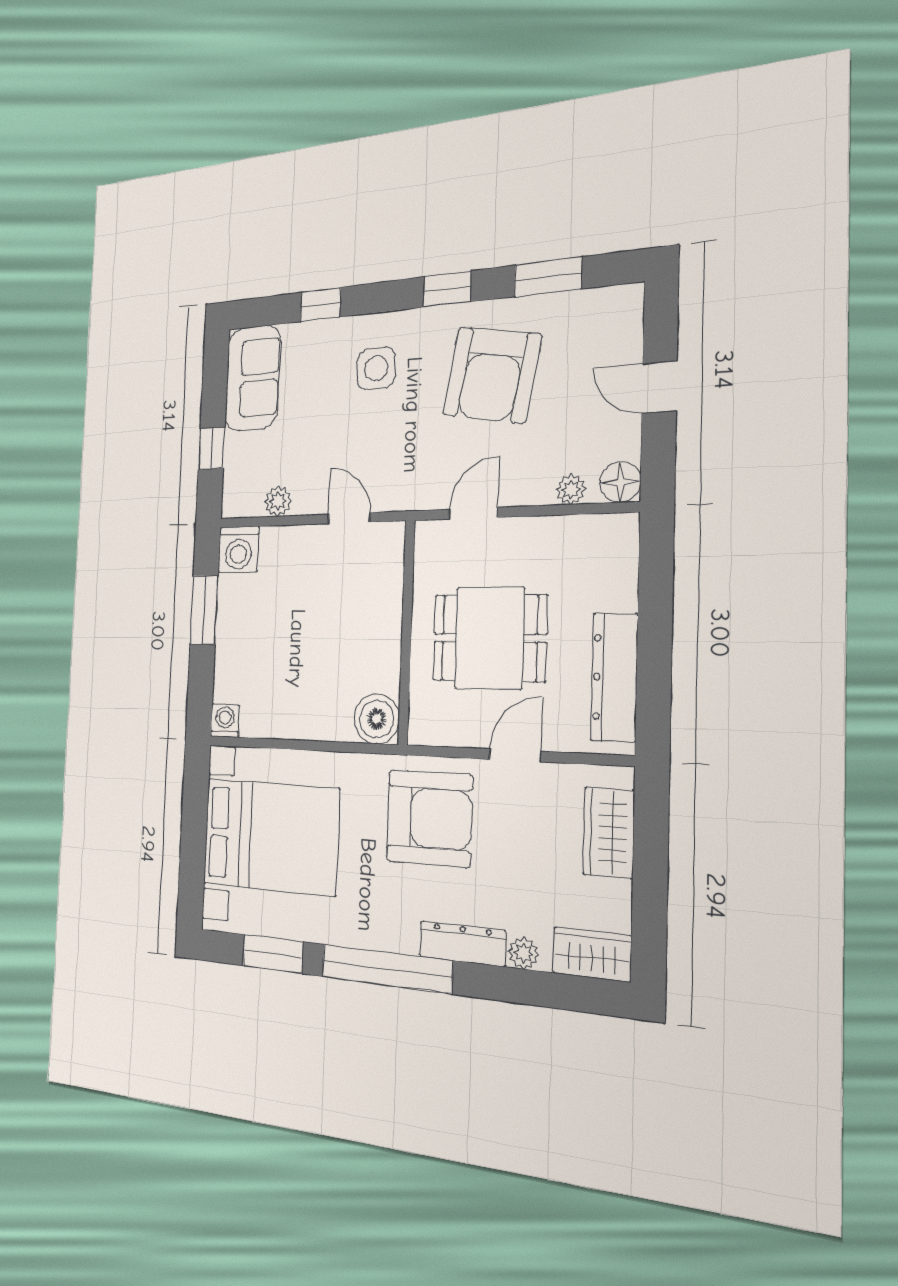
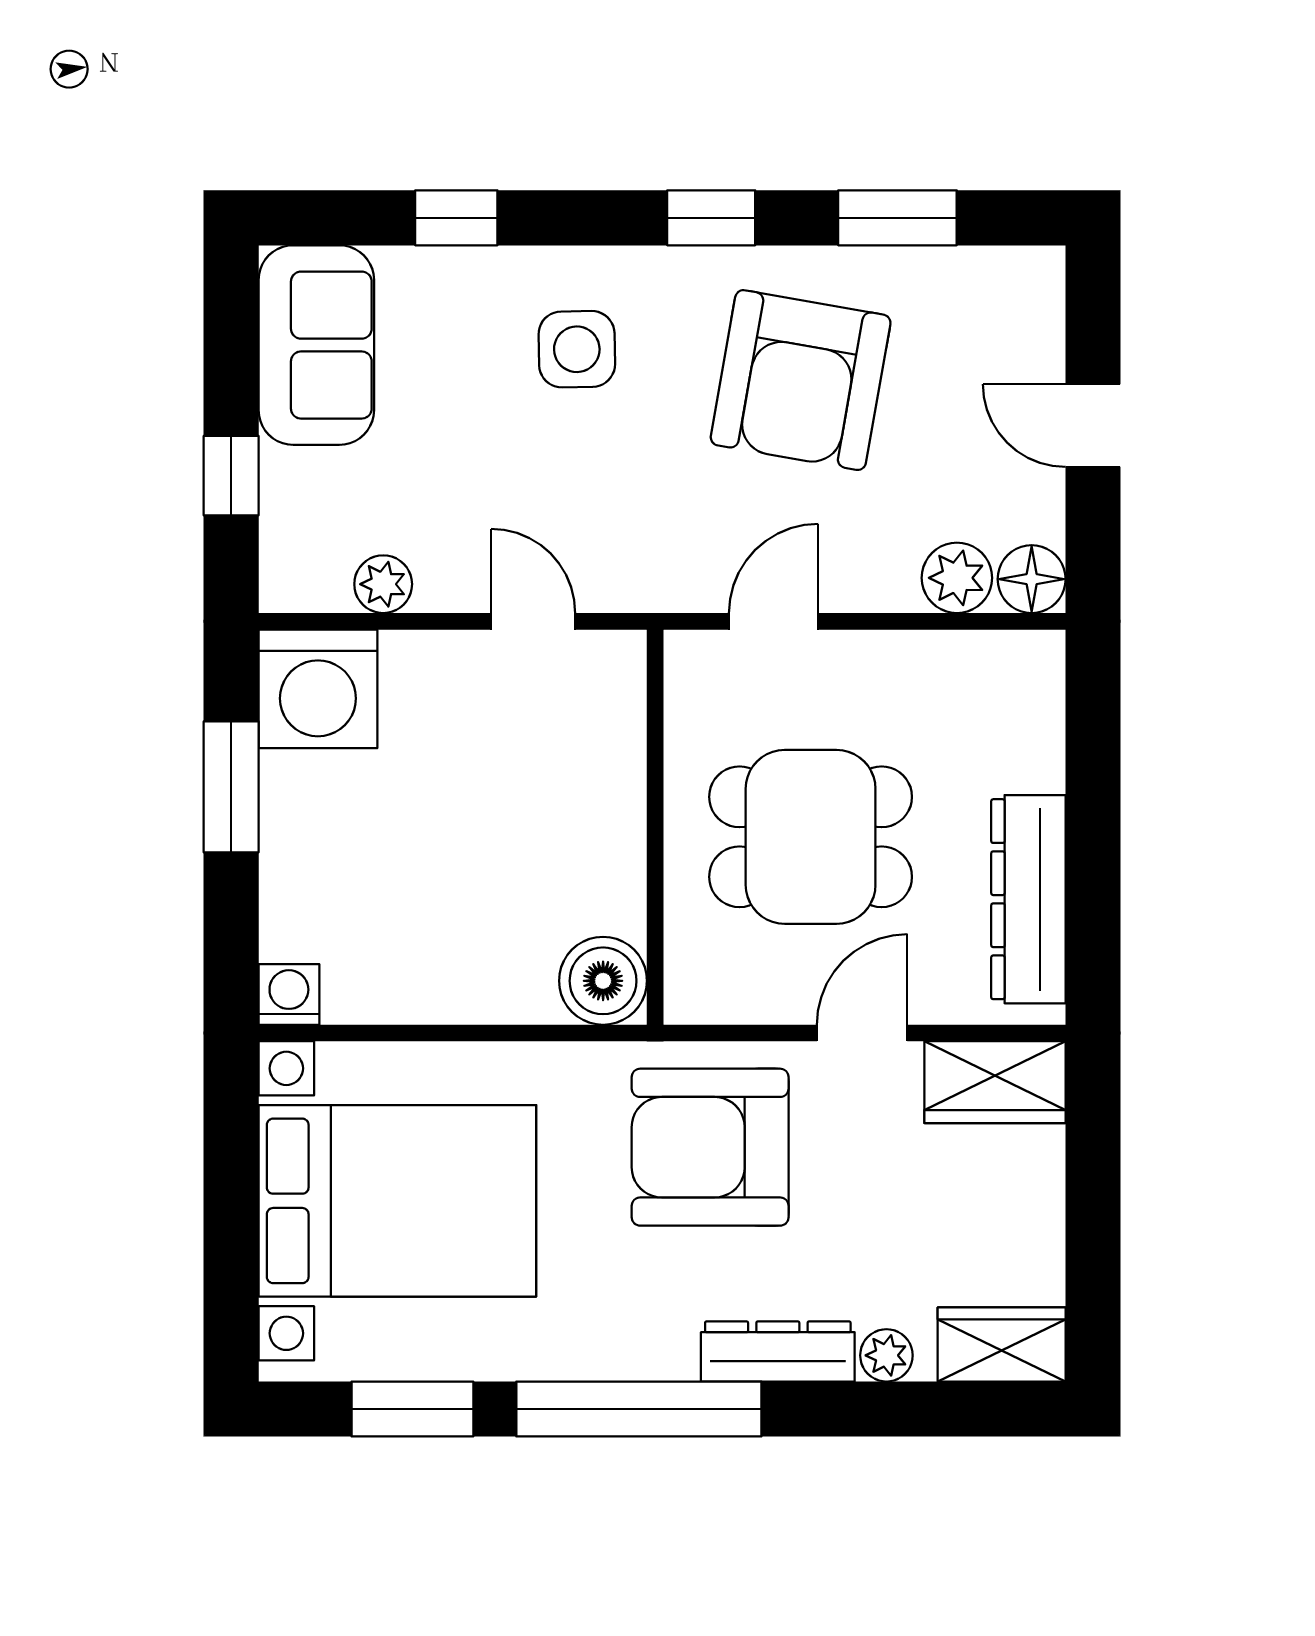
plant: (571, 489) -> (957, 578), width x1.38, depth x1.38
washing machine: (239, 550) -> (318, 689), width x1.37, depth x1.37
armchair: (429, 818) -> (710, 1147), turned 180
wardrobe: (609, 833) -> (995, 1082), moved, turned -90

